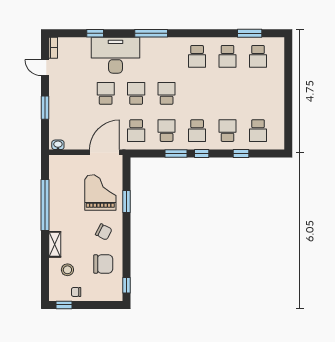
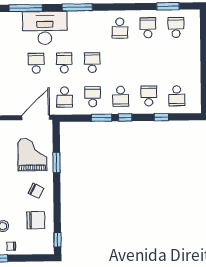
window: (95, 33) -> (26, 8), width x2.17
school desk: (228, 56) -> (148, 28), turned 180
school desk: (258, 56) -> (176, 27), turned 180

